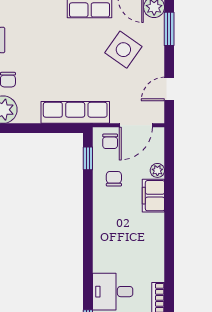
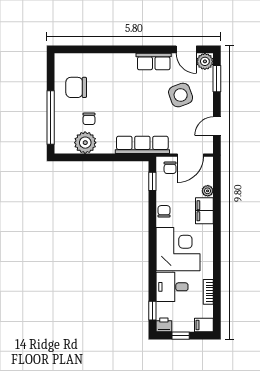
side table: (123, 50) -> (181, 95), turned 35
chair: (114, 179) -> (164, 211), moved
corner desk: (120, 244) -> (178, 249), added

